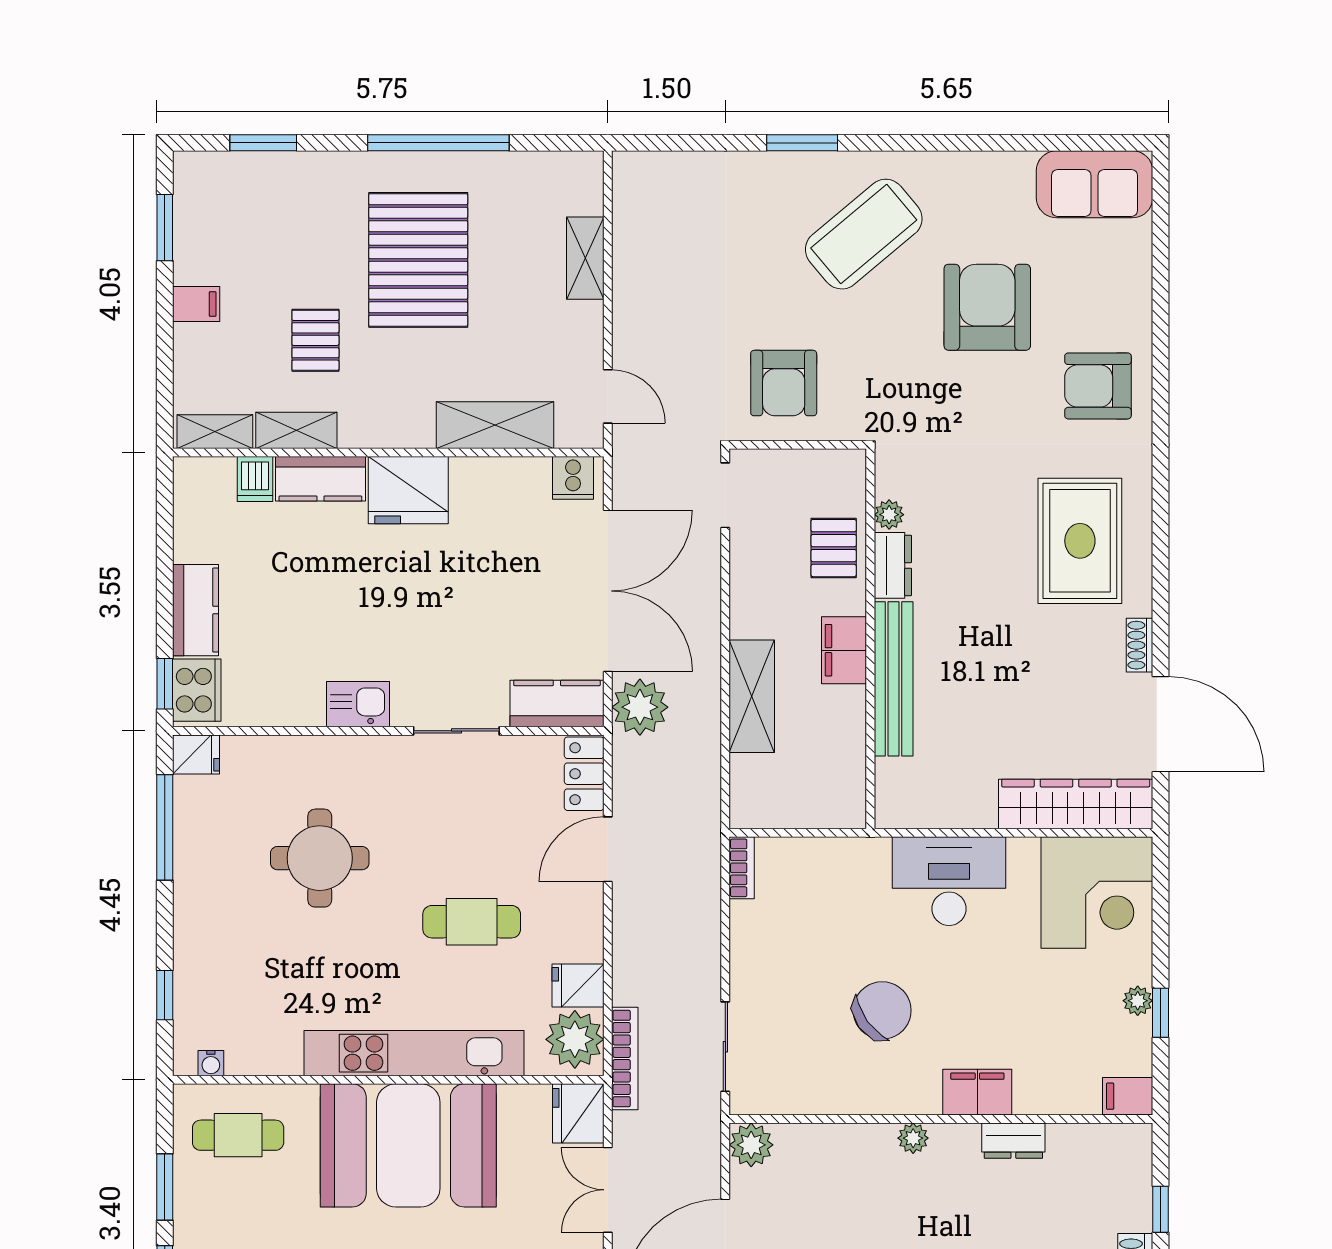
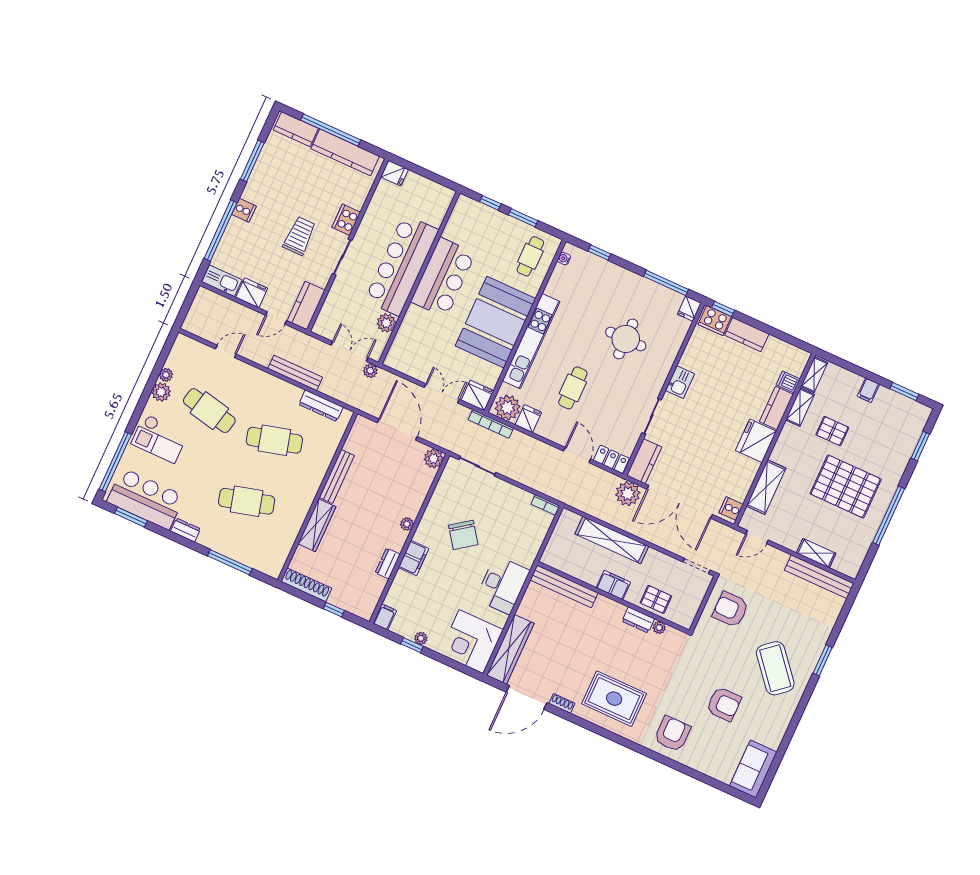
bench: (631, 229) -> (819, 577), added
armchair: (987, 307) -> (724, 704), width x0.73, depth x0.73
bench: (894, 679) -> (564, 586), moved
shelving: (752, 696) -> (612, 540), width x1.47

